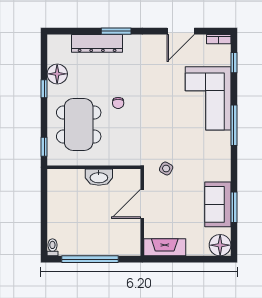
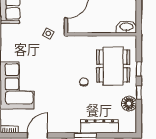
window: (44, 147) -> (139, 69), moved
washbasin: (99, 177) -> (126, 27), moved

